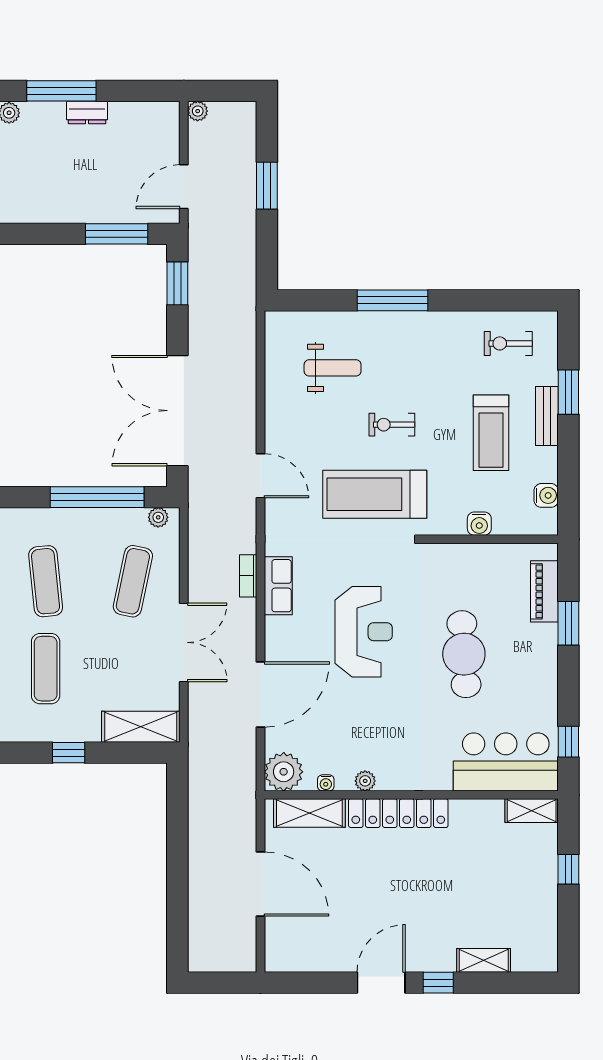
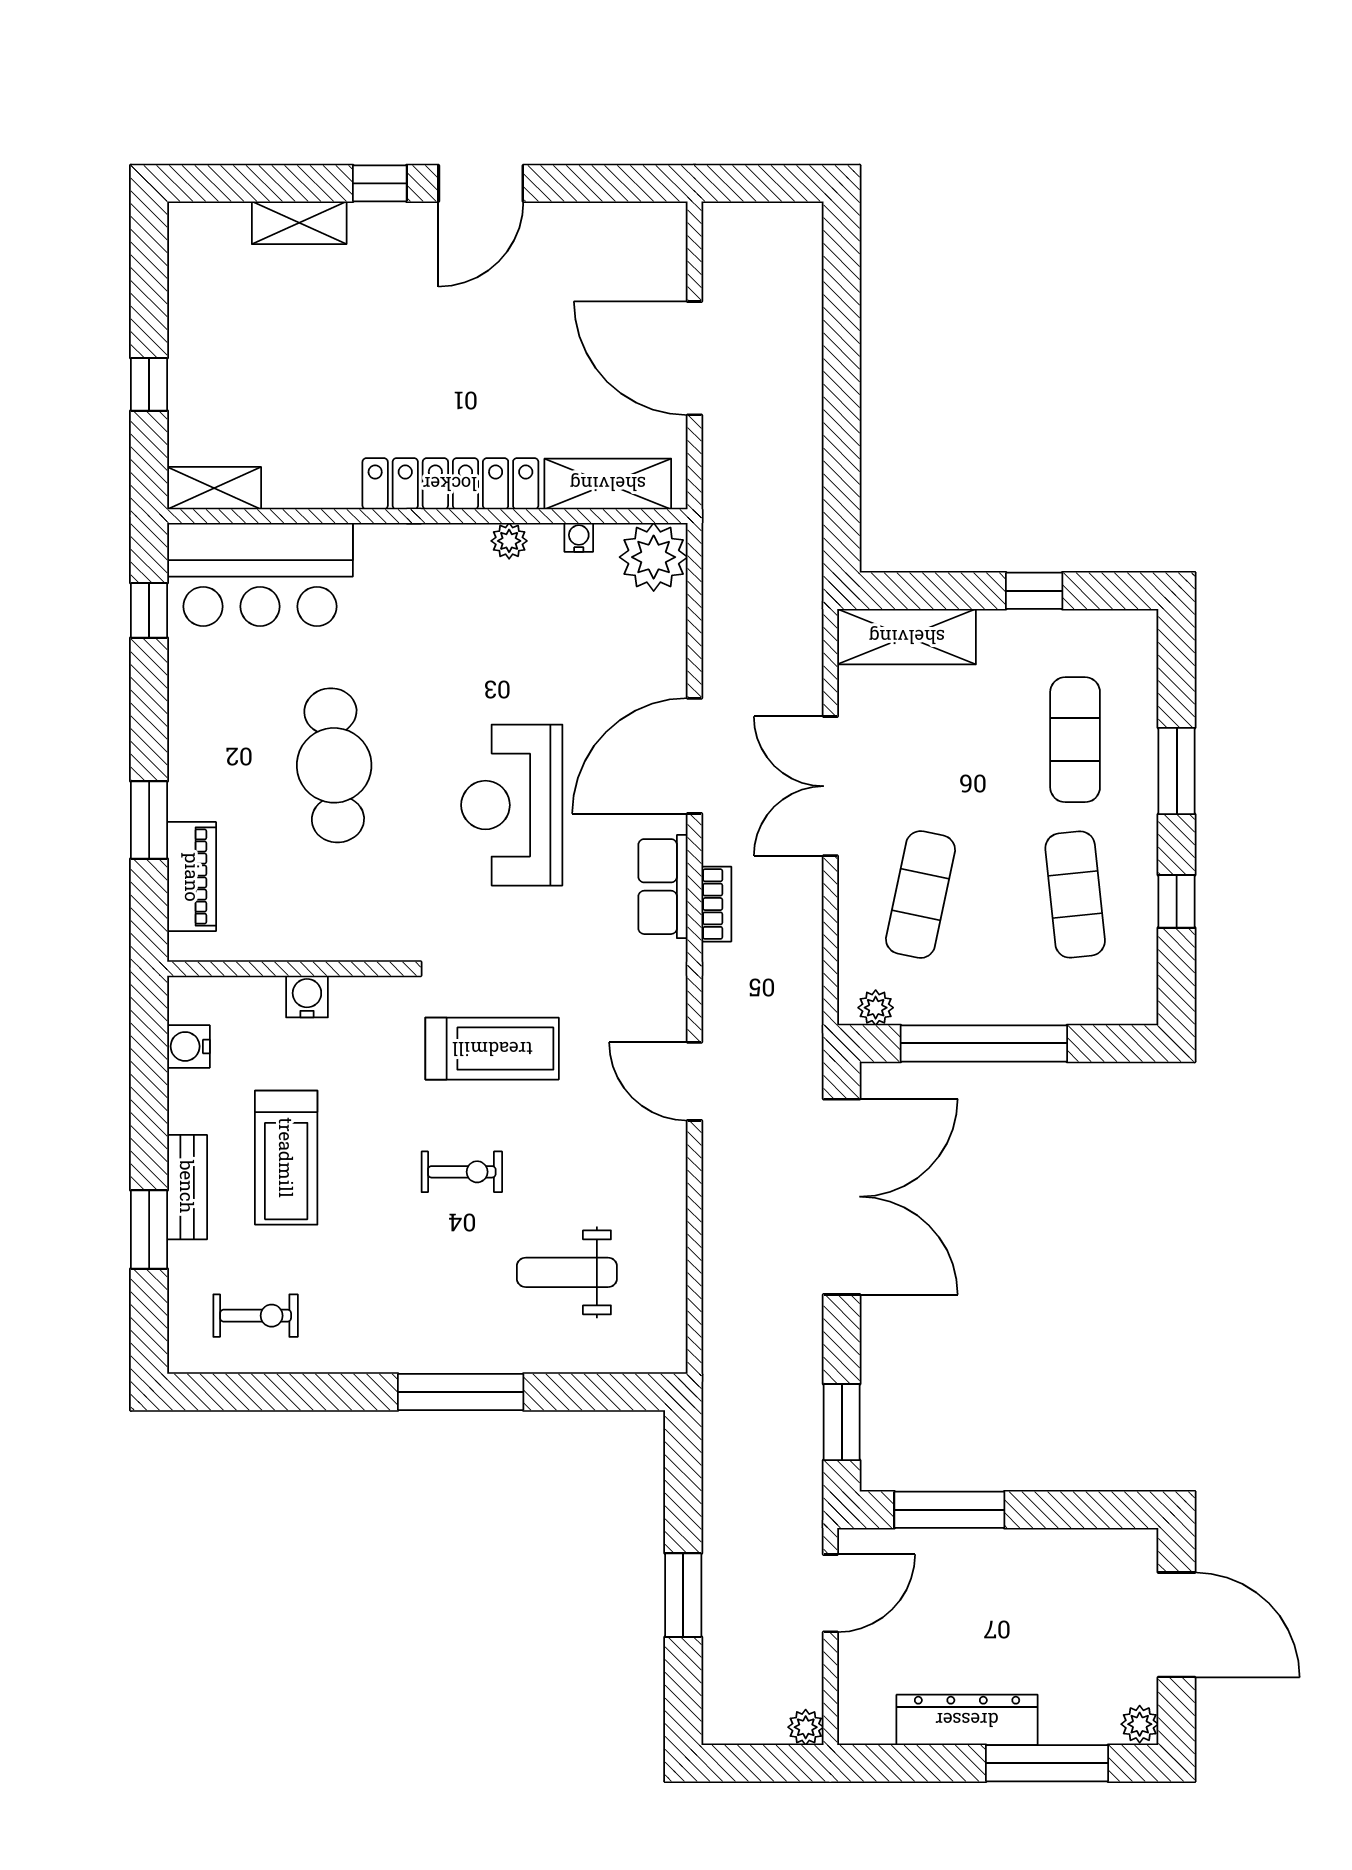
dresser: (87, 112) -> (967, 1720), width x1.96, depth x1.24
treadmill: (491, 433) -> (286, 1158), turned 180
treadmill: (375, 494) -> (492, 1049), width x0.73, depth x0.73
door: (260, 694) -> (695, 756), moved

